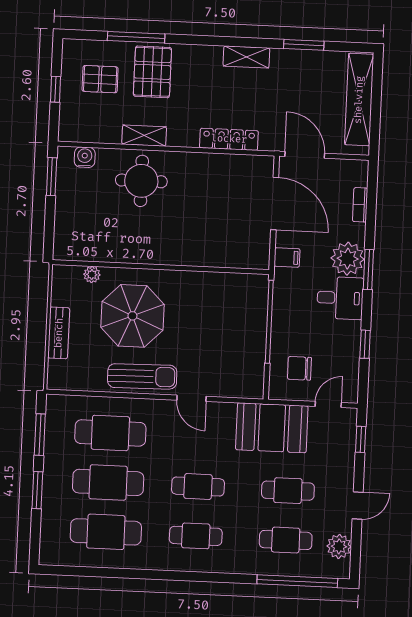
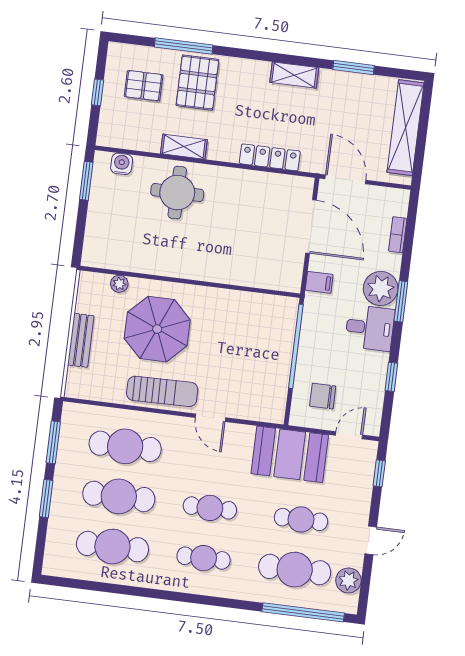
cafe table: (286, 540) -> (295, 570), width x1.37, depth x1.35

